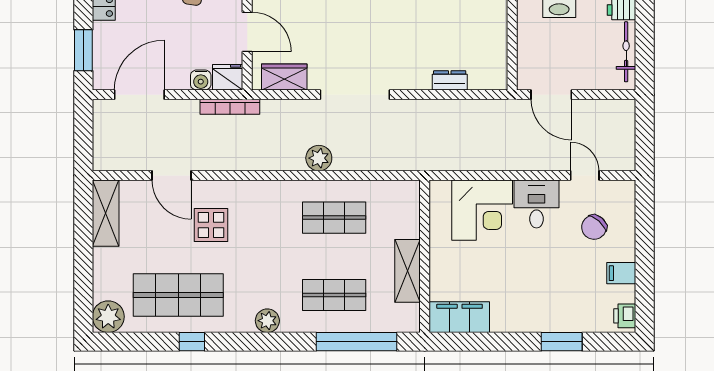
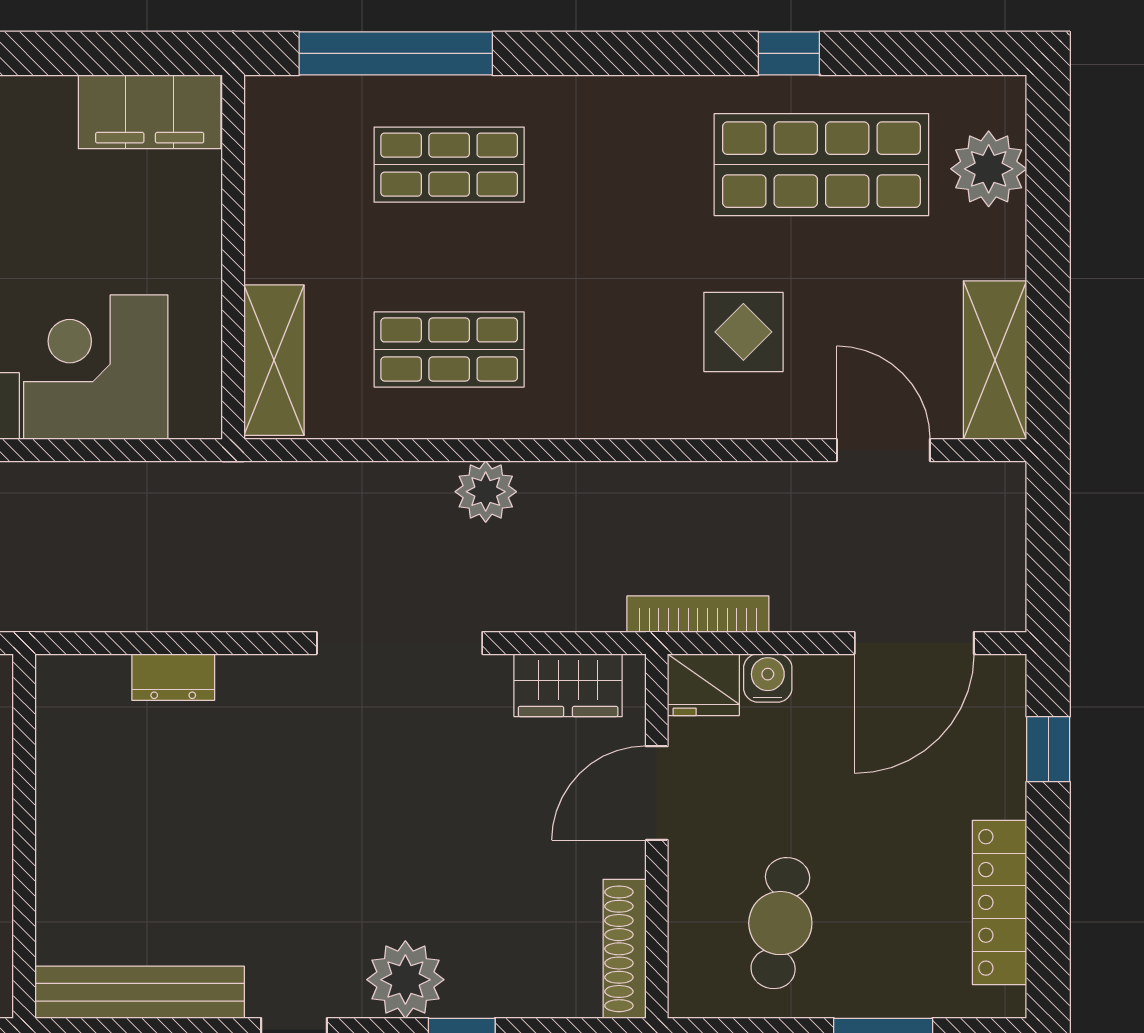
door: (247, 32) -> (657, 793), hinge flipped
window: (83, 50) -> (1048, 749), width x0.67
door: (171, 175) -> (883, 450), moved
shelving: (407, 271) -> (274, 360), moved
plant: (108, 317) -> (989, 169), moved
plant: (267, 321) -> (609, 103), removed

